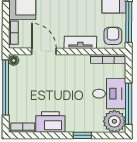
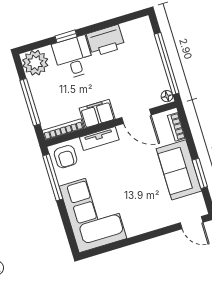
filing cabinet: (76, 64) -> (97, 114), added
desk: (109, 94) -> (73, 57), moved, turned 90
window: (129, 104) -> (30, 102), moved
bookcase: (23, 128) -> (134, 25), removed

